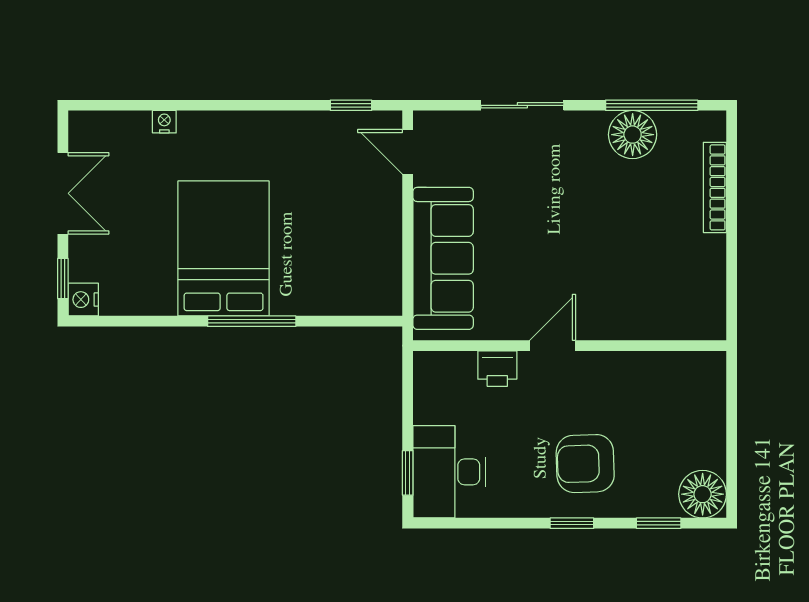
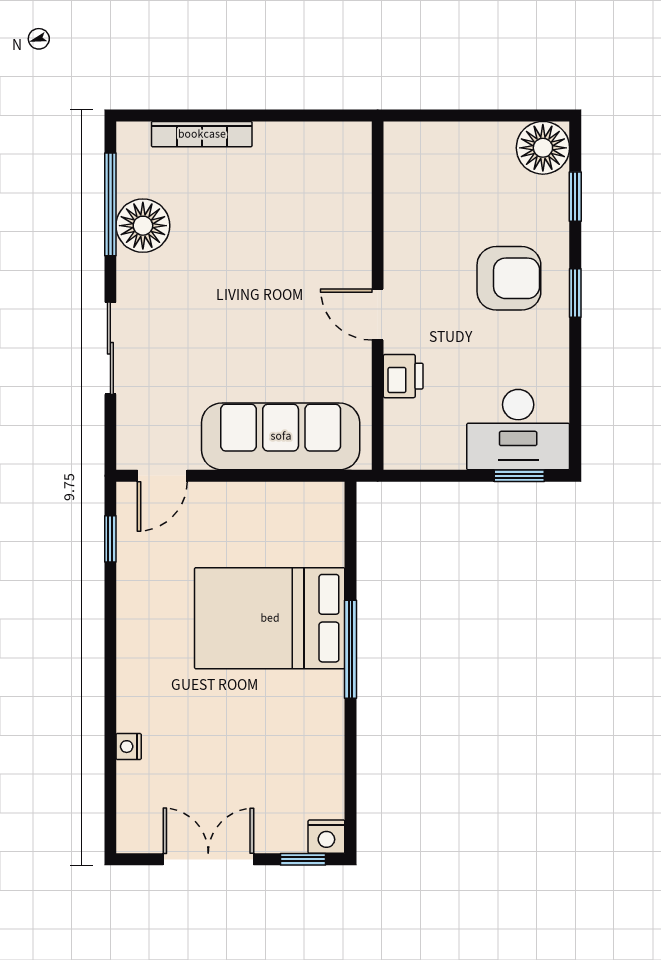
bed: (224, 248) -> (270, 618), moved
armchair: (585, 464) -> (509, 278), turned -88

